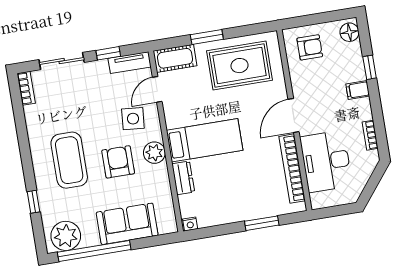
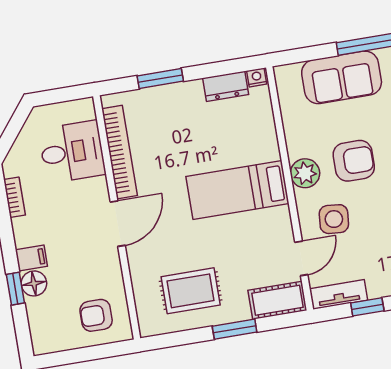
floor lamp: (349, 32) -> (34, 283), moved
rug: (240, 66) -> (191, 291), width x0.73, depth x0.70
desk: (326, 161) -> (72, 152), width x0.73
armchair: (118, 162) -> (354, 161), turned -90
dresser: (183, 178) -> (226, 86), moved, turned -90

